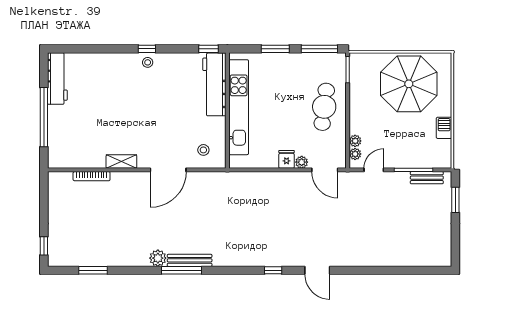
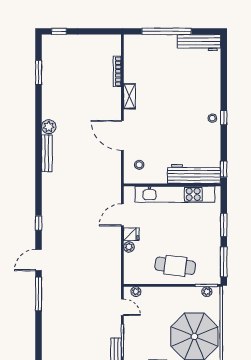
plant: (355, 141) -> (207, 292), moved
door: (325, 170) -> (122, 215), moved
window: (181, 270) -> (39, 294), moved

